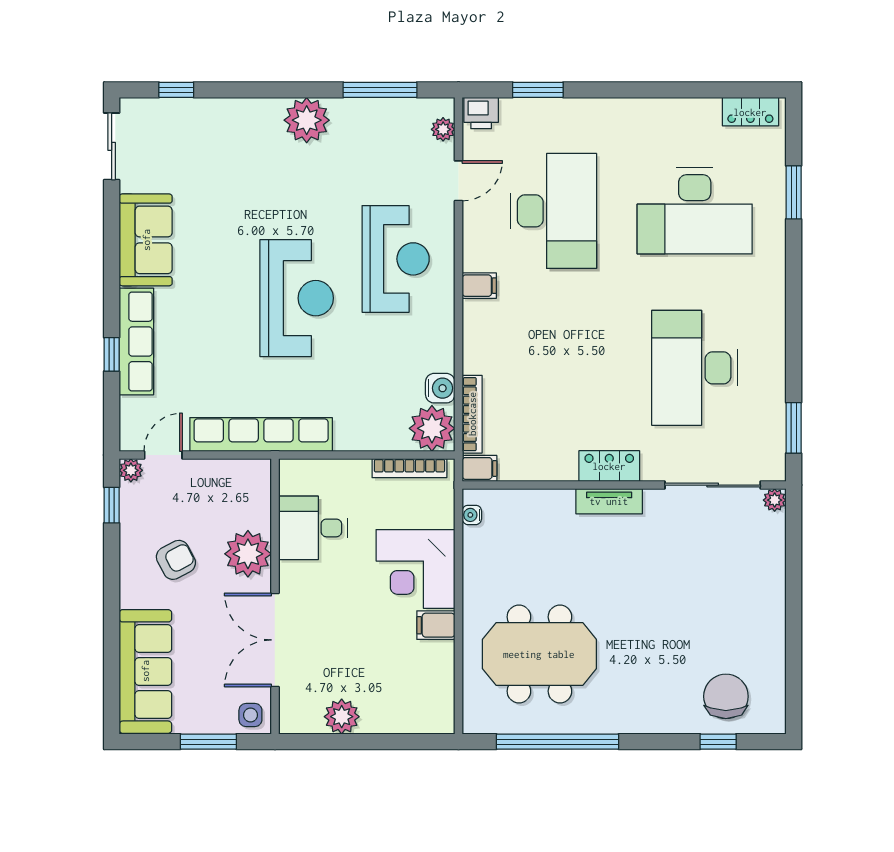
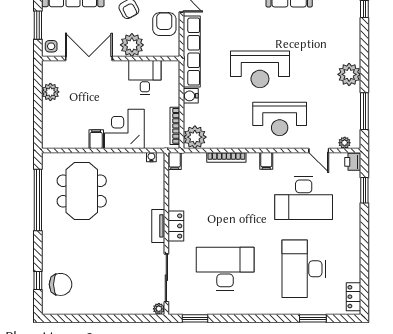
water cooler: (440, 388) -> (191, 96), moved, turned 90
bookcase: (472, 414) -> (226, 157), moved
armchair: (206, 489) -> (164, 24), added

